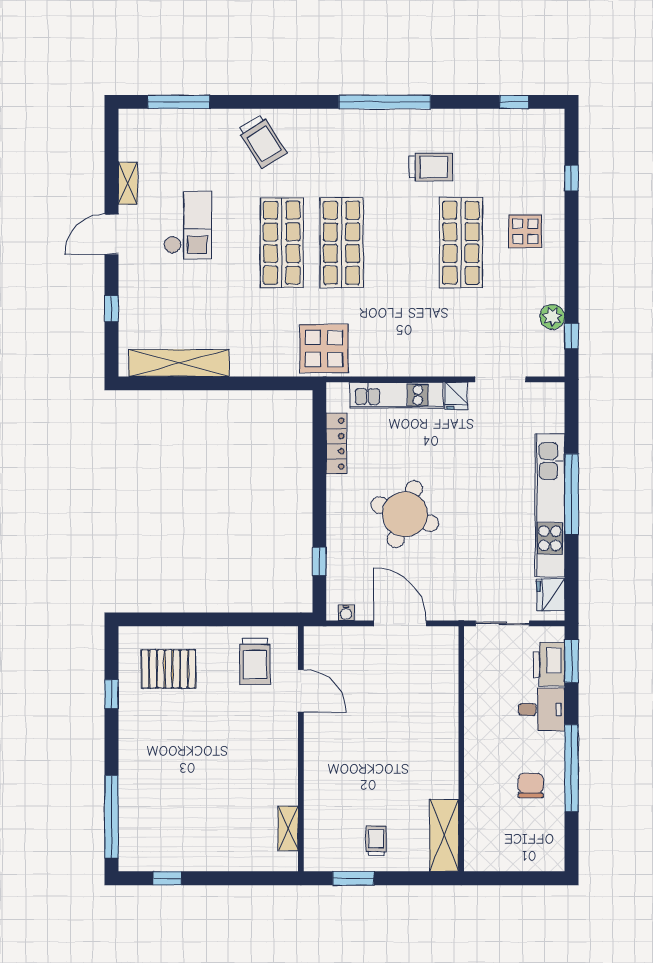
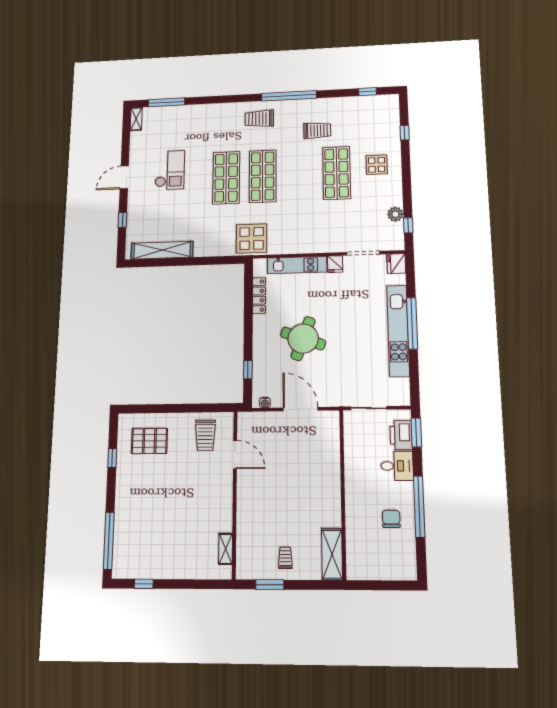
trolley: (262, 141) -> (259, 119), moved, turned 122
shelving: (128, 183) -> (136, 119), moved
fridge: (551, 595) -> (396, 264), moved

